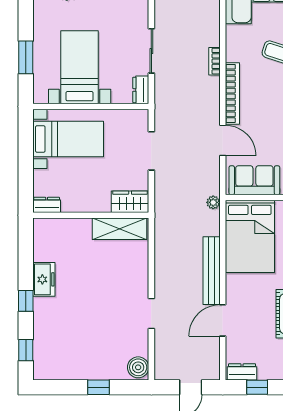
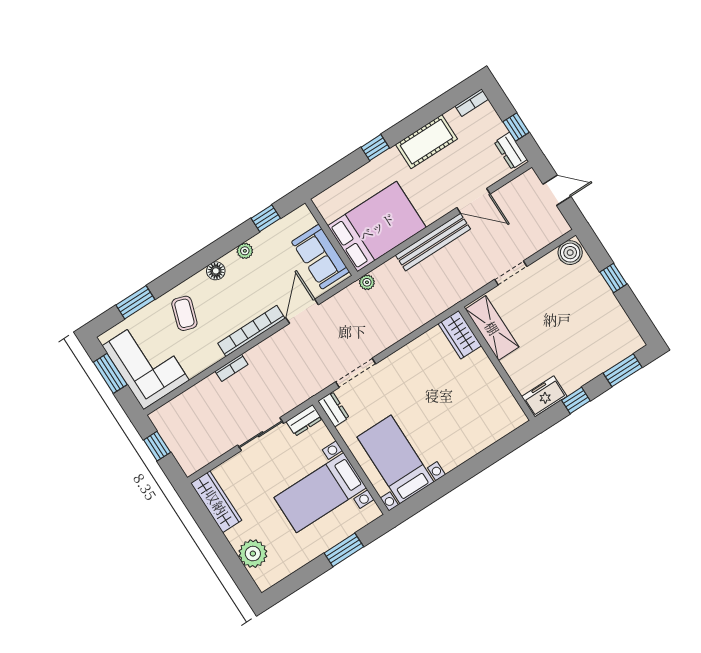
wardrobe: (130, 202) -> (460, 335), moved
dresser: (47, 205) -> (334, 409), moved, turned 180
wall: (91, 215) -> (497, 364), moved
shelving: (120, 229) -> (492, 328), moved
window: (26, 350) -> (623, 370), width x1.50

